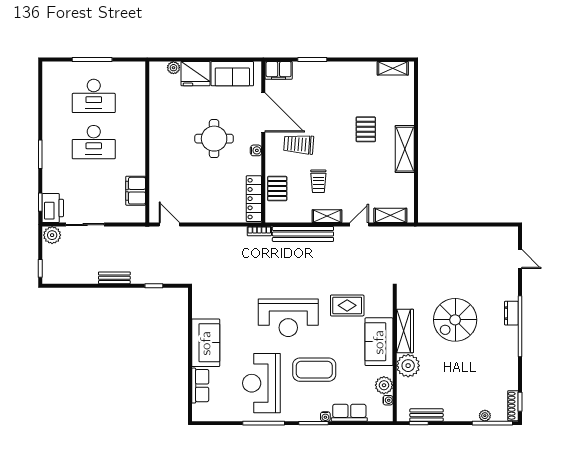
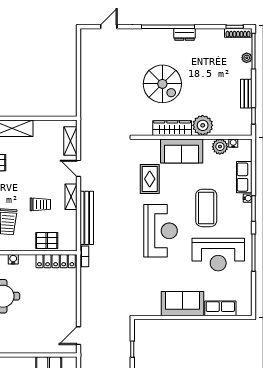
dresser: (511, 313) -> (185, 34), moved
bench: (426, 415) -> (246, 94), moved

